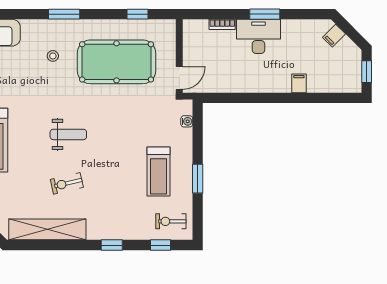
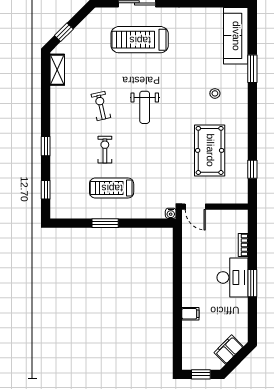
window: (64, 14) -> (252, 69), moved
filing cabinet: (334, 36) -> (229, 350), width x2.00
pool table: (117, 62) -> (210, 150), width x0.73, depth x0.76
water cooler: (187, 121) -> (171, 213), moved
exercise bike: (171, 221) -> (105, 150), moved
shelving: (47, 229) -> (57, 70), width x0.45, depth x0.75

